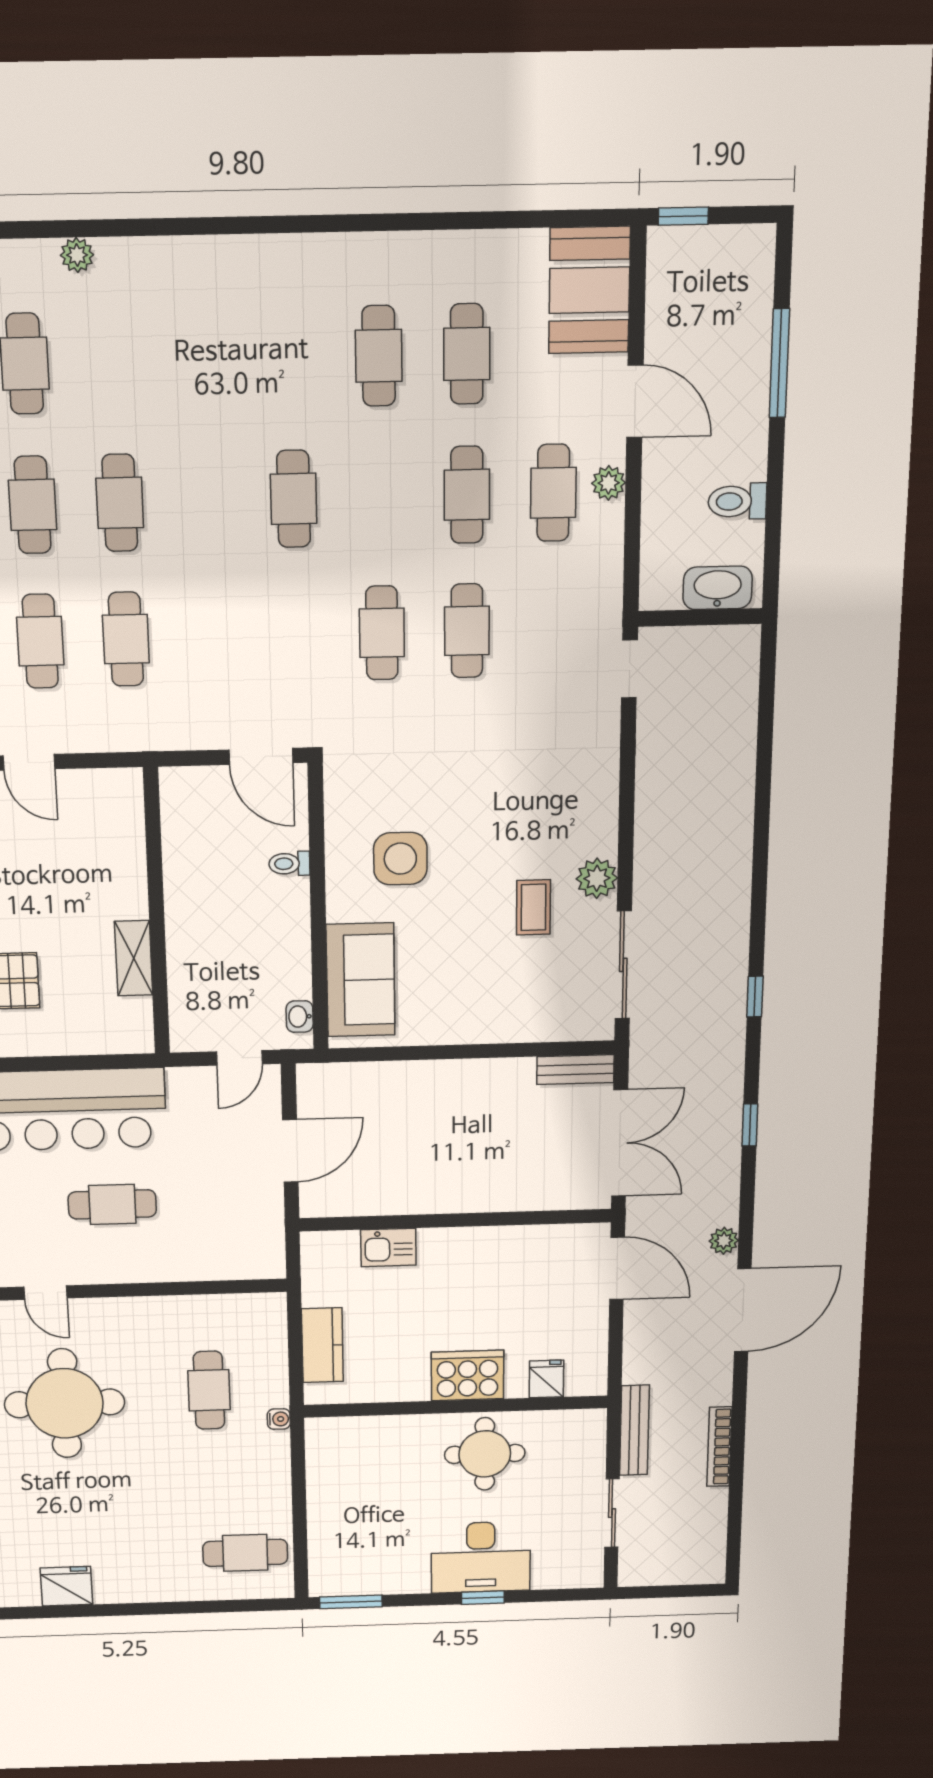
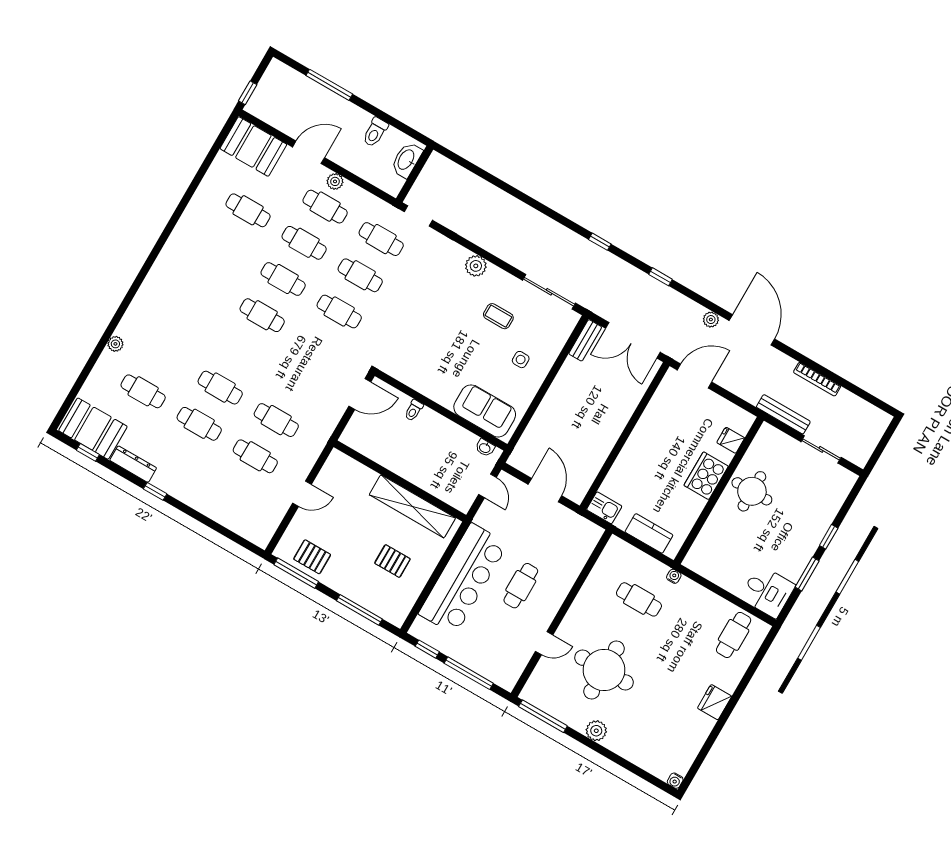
cafe table: (379, 356) -> (283, 279), moved
cafe table: (552, 629) -> (381, 239), added
side table: (400, 859) -> (521, 360), moved, width x0.54, depth x0.54
plant: (597, 878) -> (476, 266), moved
shelving: (134, 958) -> (412, 506), width x2.20, depth x1.33
double door: (620, 1143) -> (633, 340), swing flipped
kitchen sink: (388, 1247) -> (604, 508), moved, turned -90
desk: (481, 1557) -> (768, 591), moved, width x0.73
fridge: (67, 1586) -> (715, 702), moved
window: (351, 1602) -> (807, 574), moved

